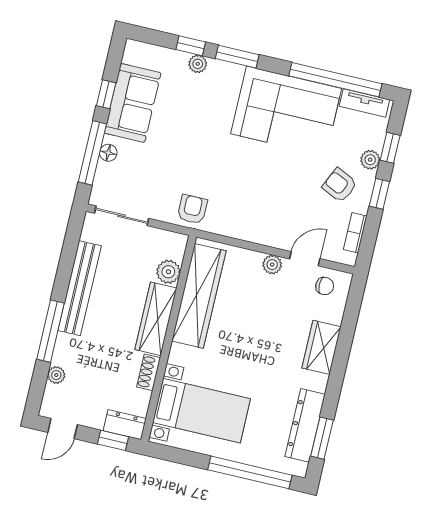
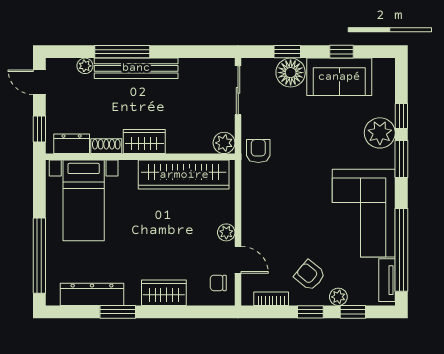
plant: (198, 64) -> (380, 133), width x1.88, depth x1.88
window: (92, 153) -> (287, 52), width x0.46
floor lamp: (108, 153) -> (291, 73), width x1.89, depth x1.89
armchair: (340, 185) -> (310, 275), turned -75
armchair: (192, 209) -> (258, 151), turned -90
plant: (168, 272) -> (224, 143), moved
chair: (325, 286) -> (218, 283), turned 90
bench: (80, 288) -> (136, 68), moved
wardrobe: (156, 319) -> (144, 142), width x0.67
dresser: (125, 425) -> (72, 144), moved, turned -90
window: (322, 438) -> (118, 312), moved

